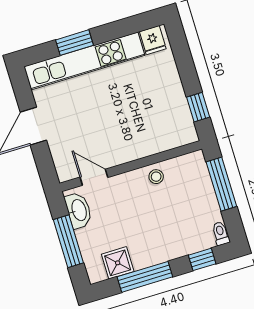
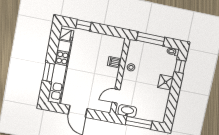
window: (198, 107) -> (83, 25), moved
dishwasher: (150, 144) -> (114, 62), added
shower: (118, 263) -> (166, 82), moved
window: (145, 277) -> (174, 97), removed

